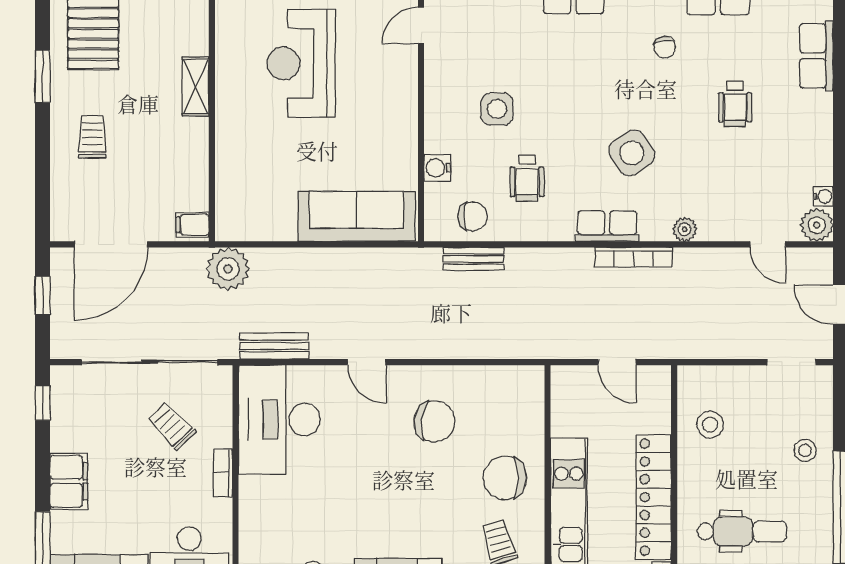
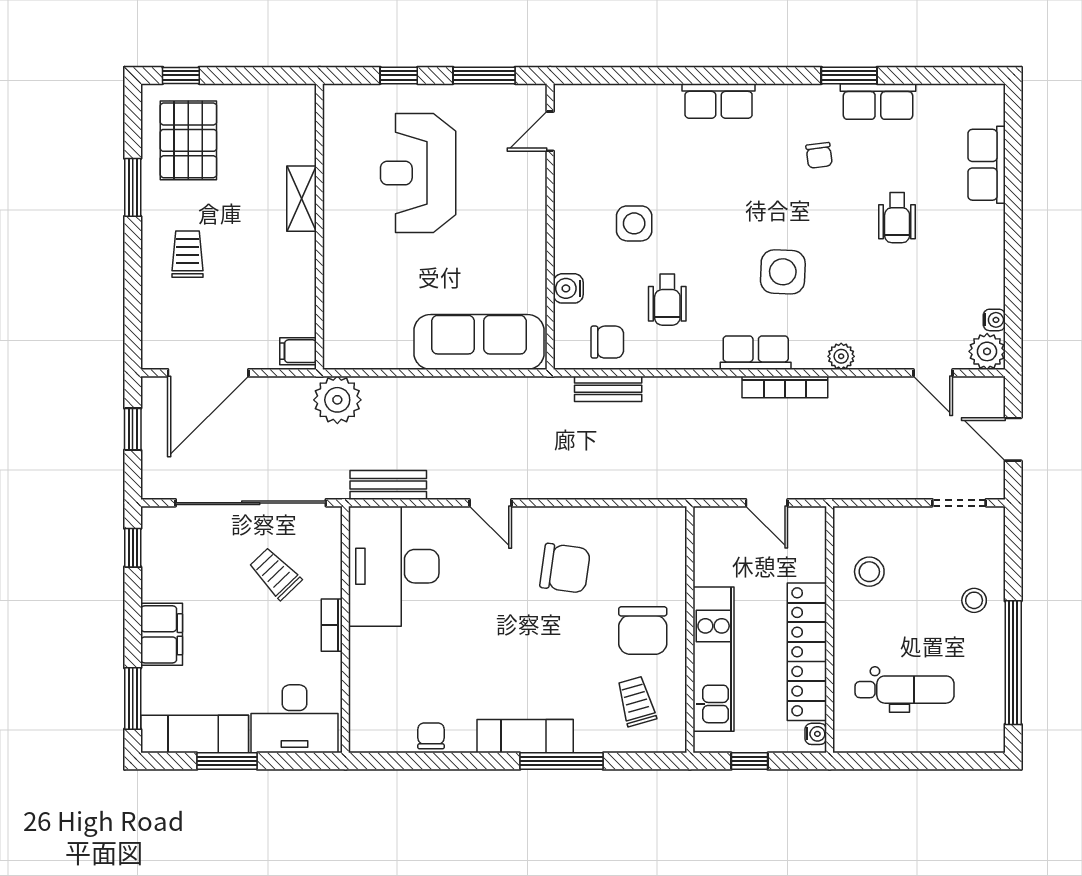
side table: (632, 153) -> (783, 272), turned 36
chair: (505, 478) -> (643, 631), turned -90

